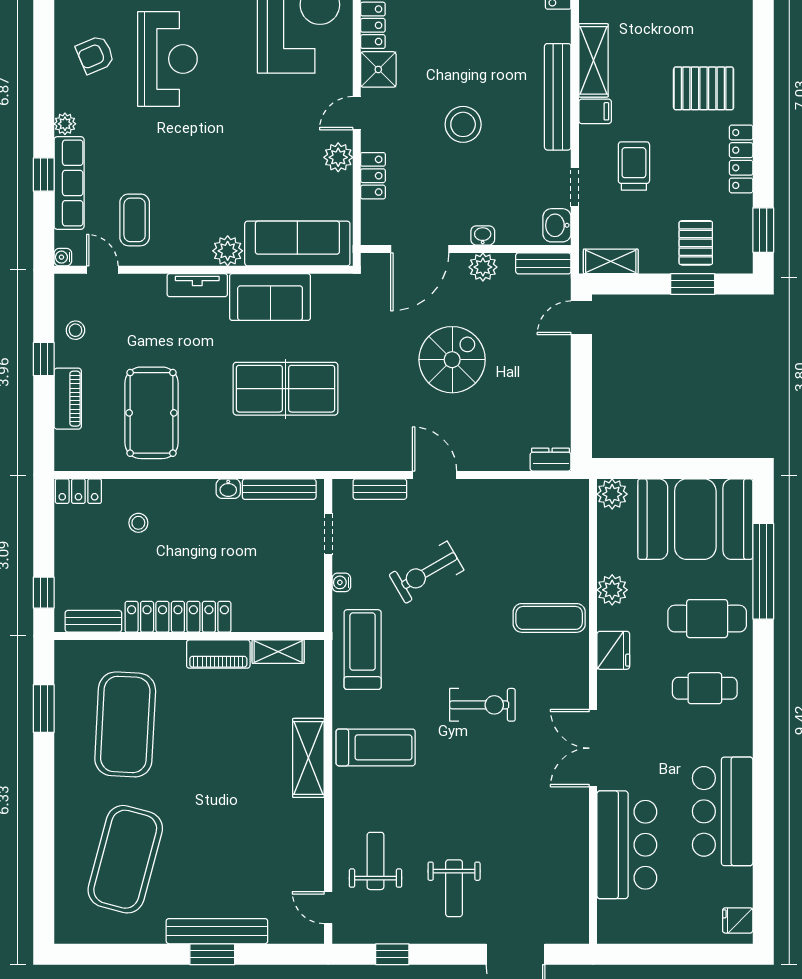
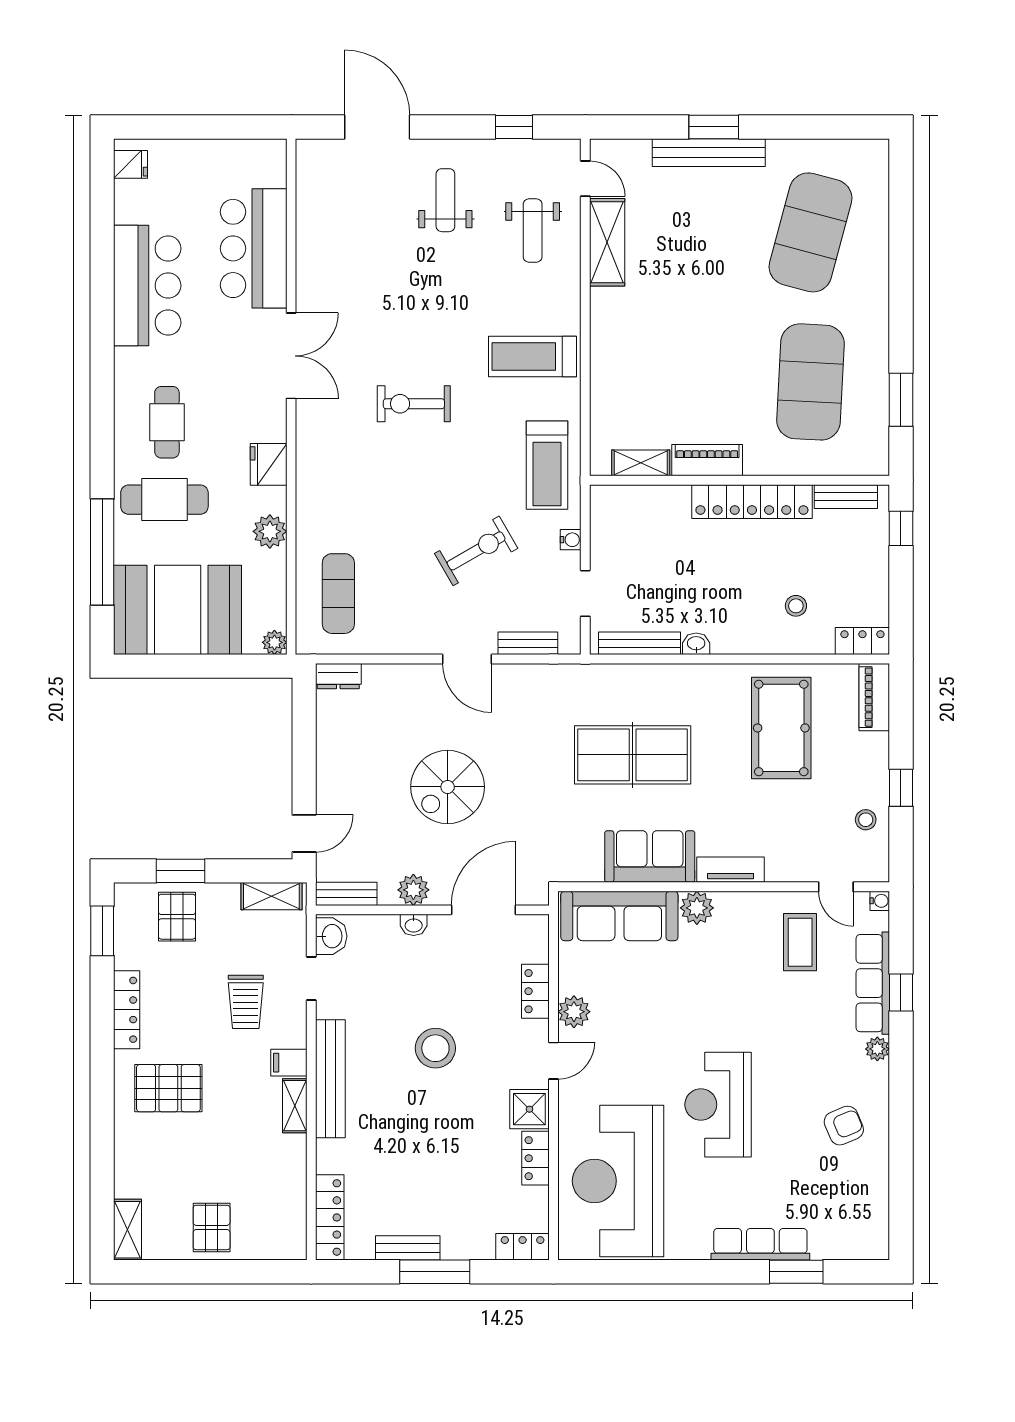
reception desk: (167, 59) -> (718, 1105), moved
shelving: (593, 60) -> (295, 1106), width x0.67, depth x0.75
piano: (68, 399) -> (874, 697), moved
plant: (612, 494) -> (274, 642), width x0.73, depth x0.73
exercise mat: (549, 618) -> (338, 594), moved, turned 90
cafe table: (705, 688) -> (167, 422), turned 90
shelving: (308, 758) -> (607, 242), moved

